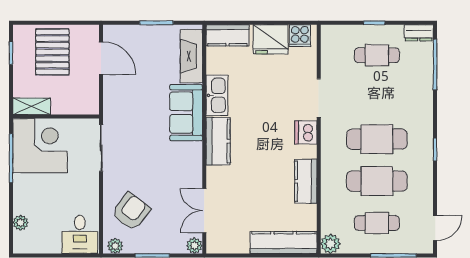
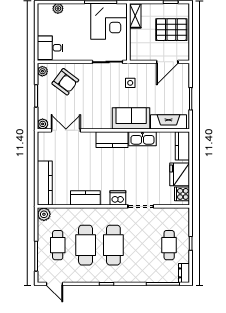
side table: (133, 114) -> (130, 83), added

